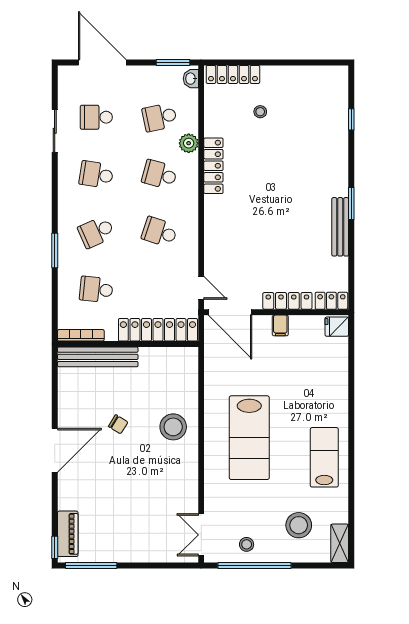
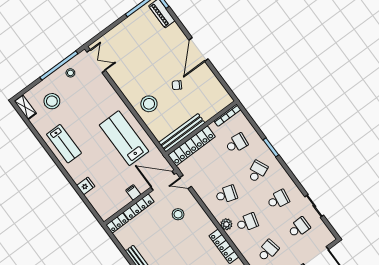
plant: (189, 143) -> (226, 224), moved
stool: (243, 253) -> (178, 214), added
fridge: (337, 327) -> (86, 186), moved
bench: (98, 357) -> (182, 133), moved
lab bench: (249, 438) -> (124, 138), moved

